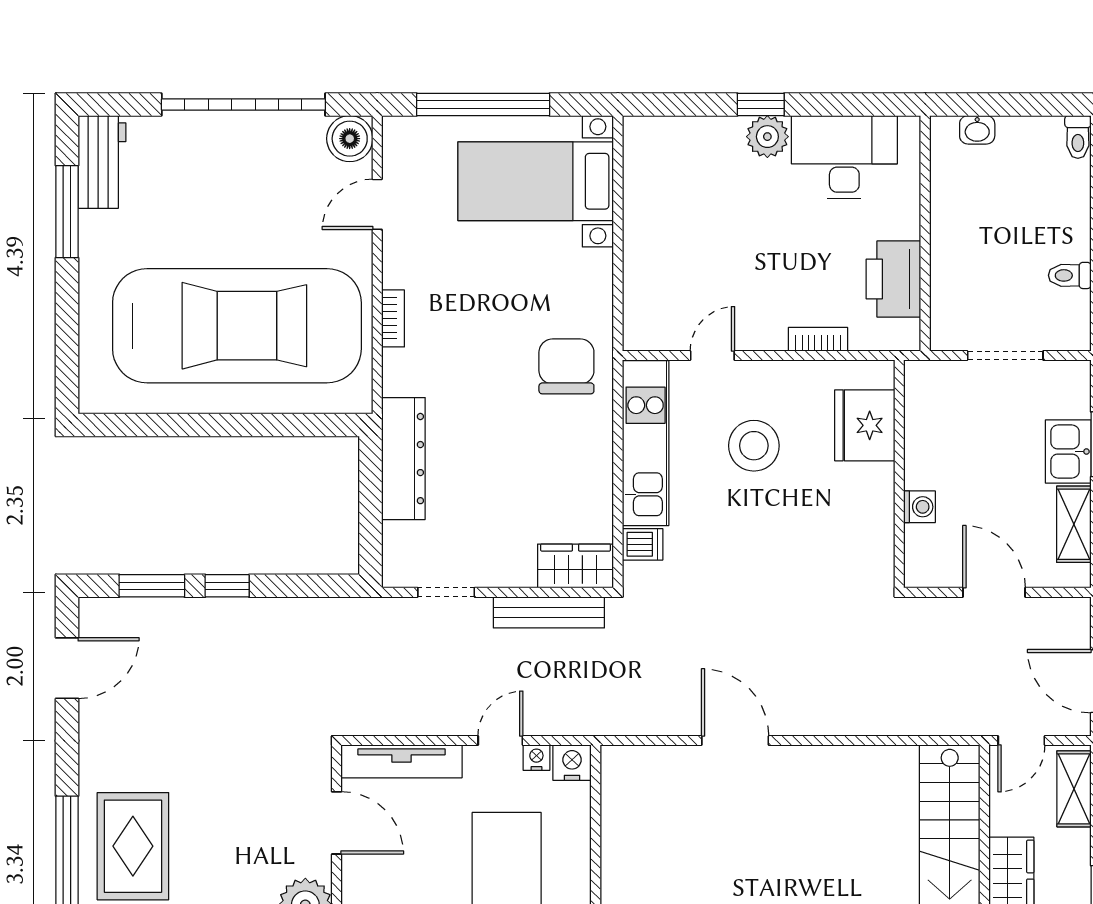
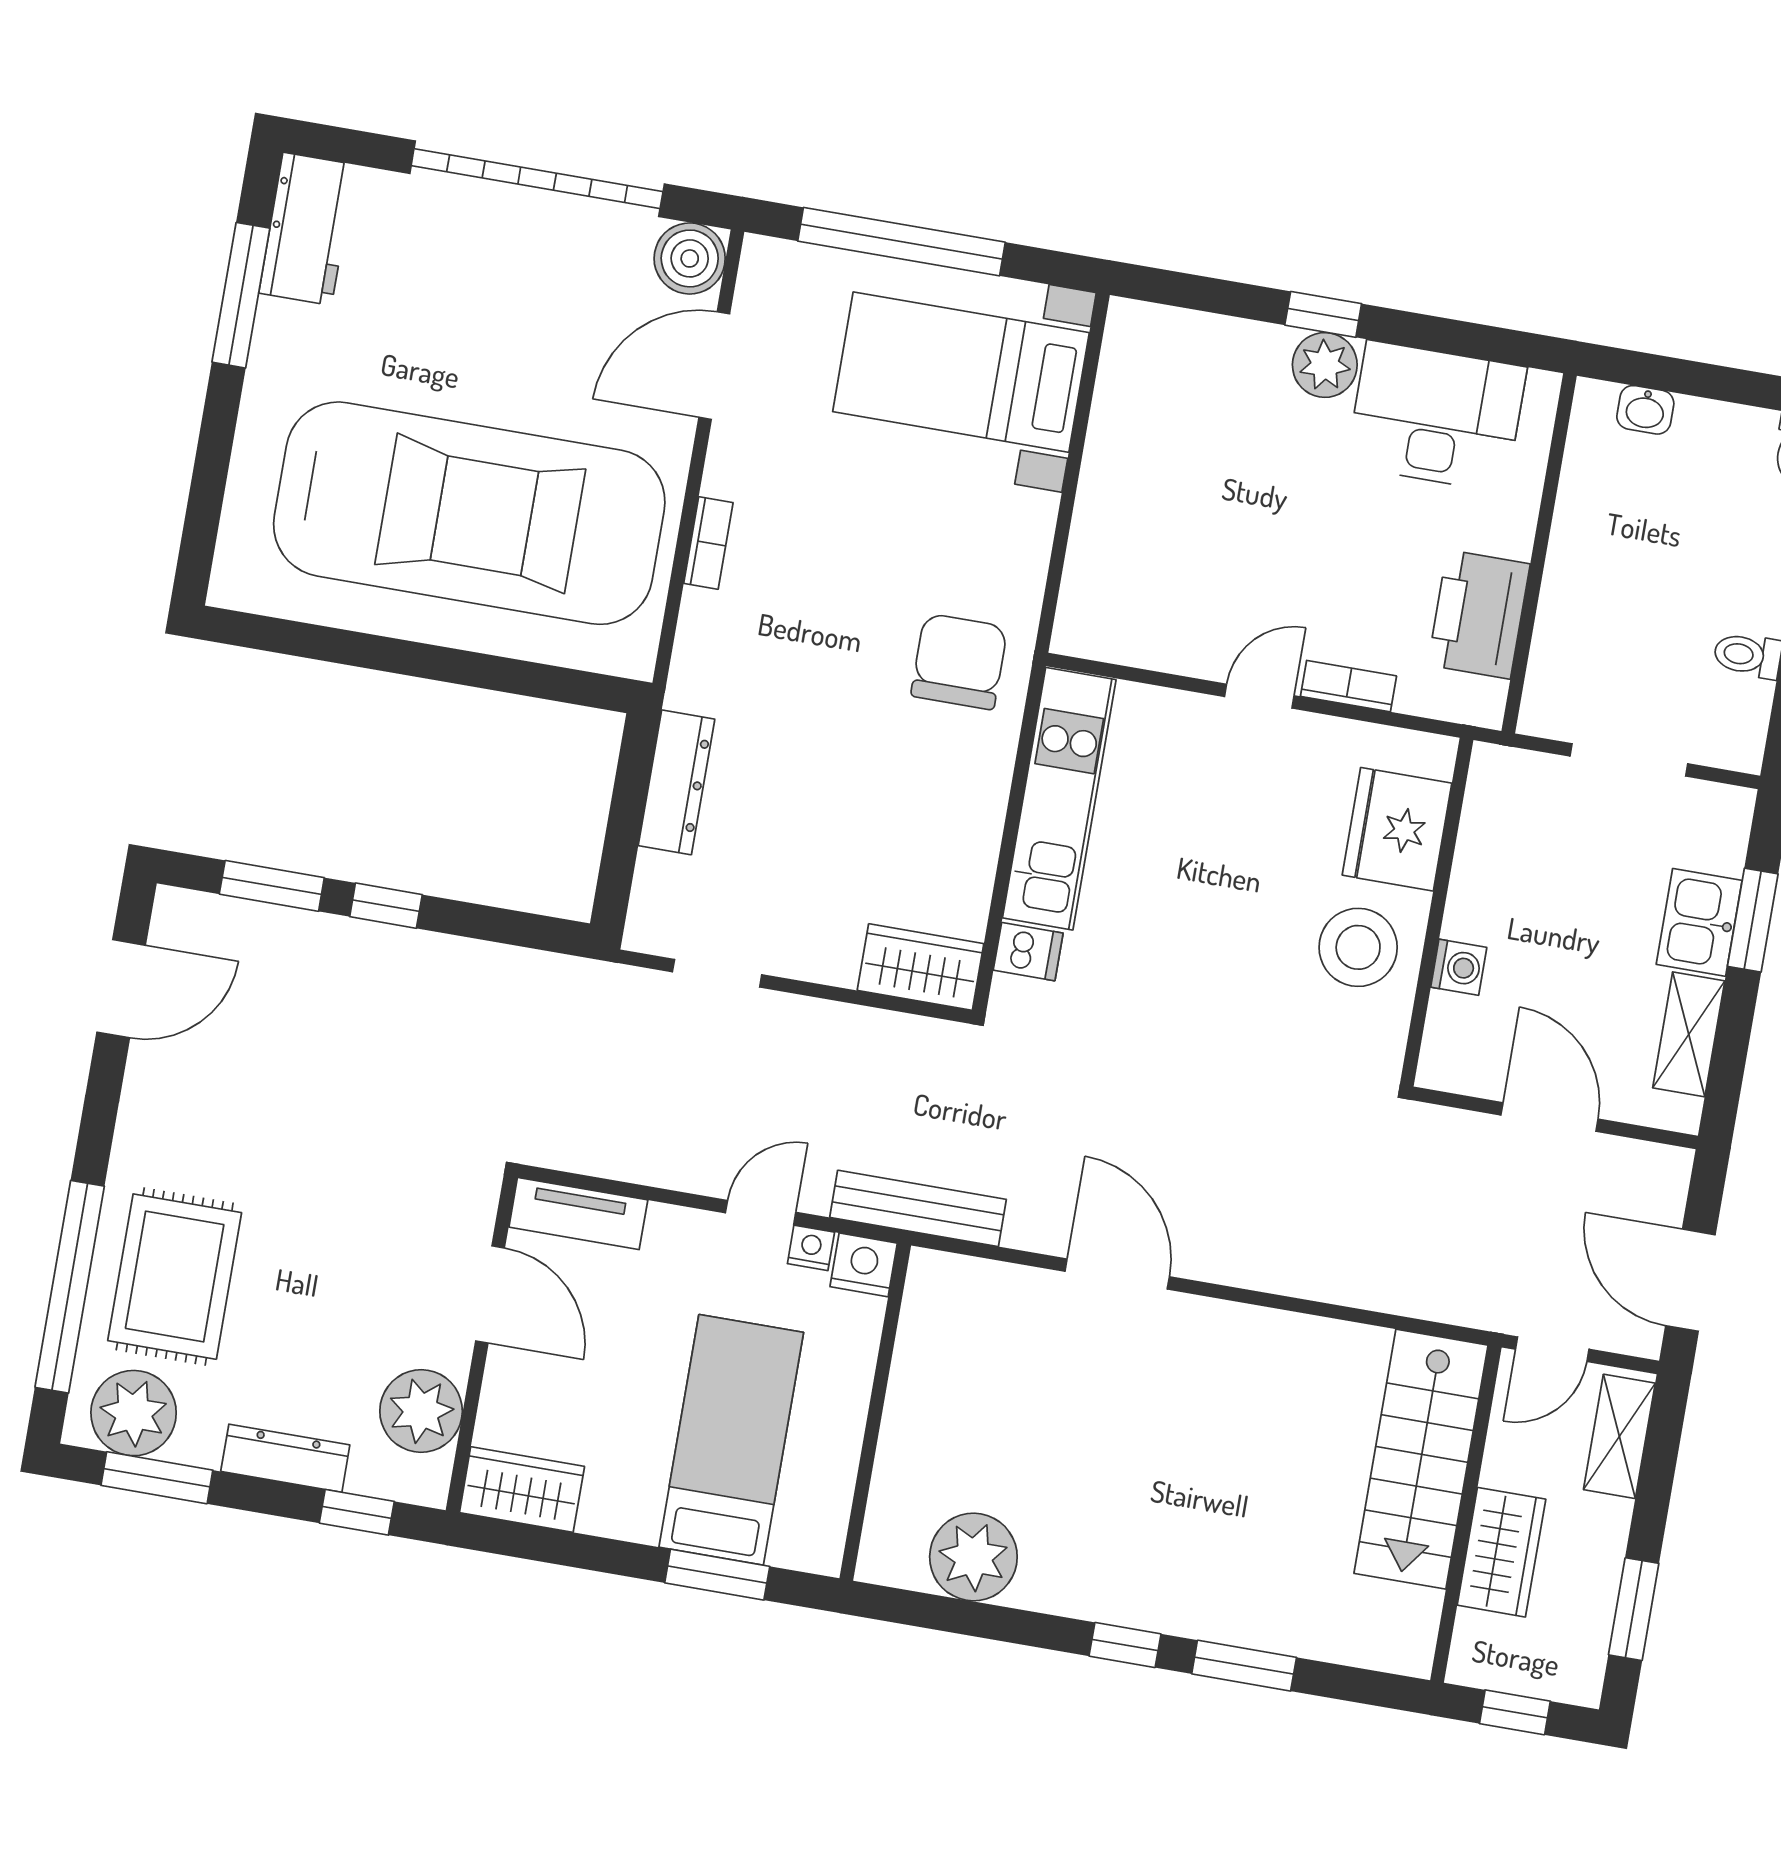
door: (377, 204) -> (714, 366), width x1.38
door: (712, 355) -> (1259, 696), moved
stool: (754, 446) -> (1358, 947), moved
dresser: (403, 459) -> (677, 782), width x0.73, depth x0.80
bench: (549, 612) -> (918, 1208), moved
tv unit: (402, 761) -> (578, 1214), width x0.71

